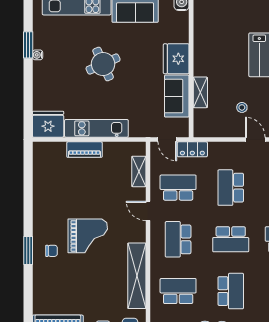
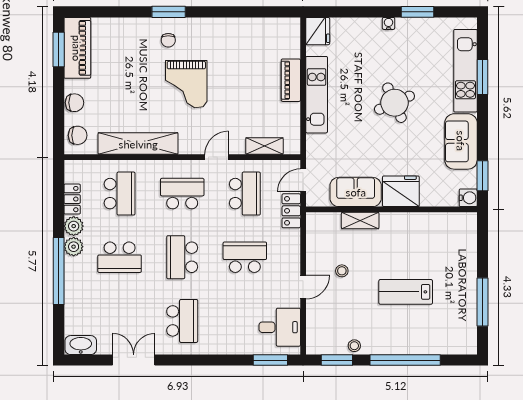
water cooler: (38, 55) -> (389, 23), moved
fridge: (48, 124) -> (318, 31), width x0.73, depth x0.75

